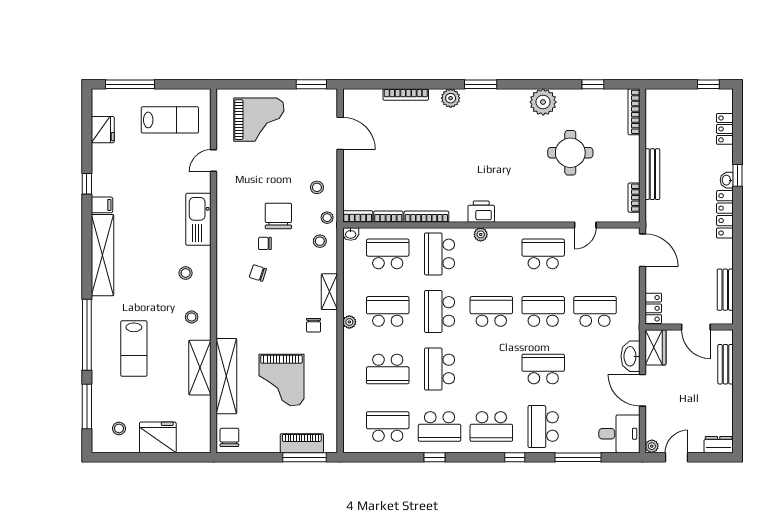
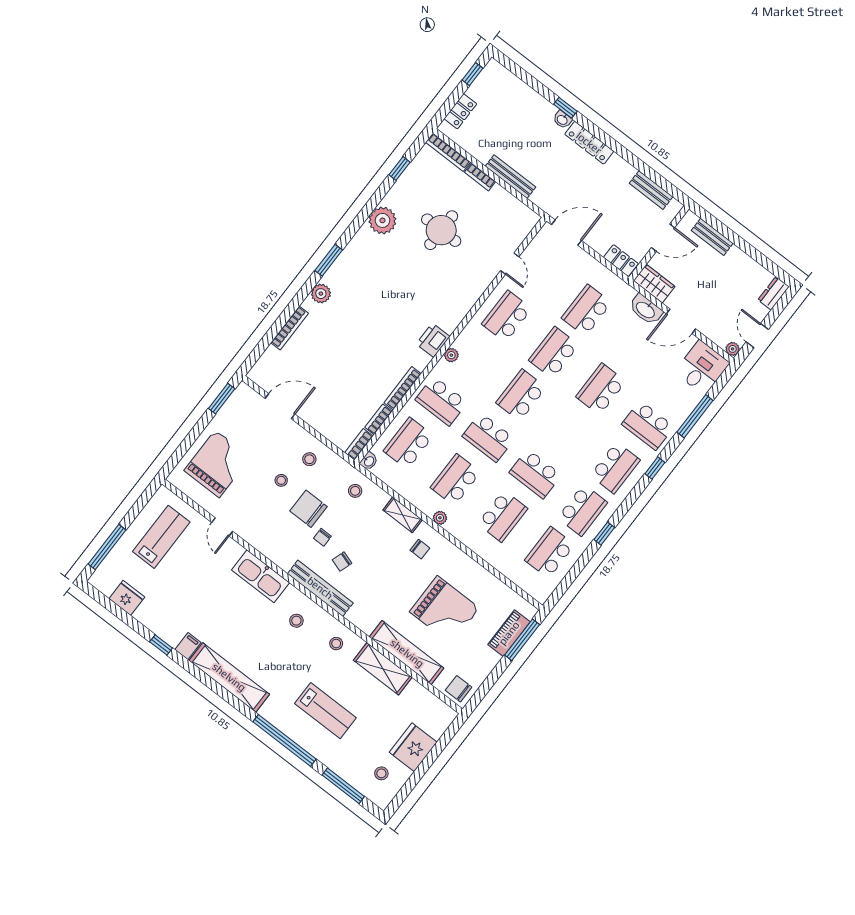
locker: (725, 129) -> (460, 111), moved, turned -90
bookcase: (634, 198) -> (480, 177), moved
stool: (327, 218) -> (281, 480), moved
bench: (225, 272) -> (320, 588), added

